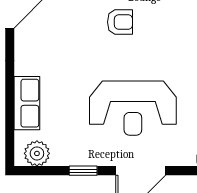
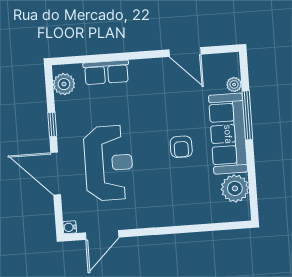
reception desk: (133, 108) -> (109, 163), turned 180

